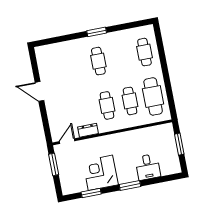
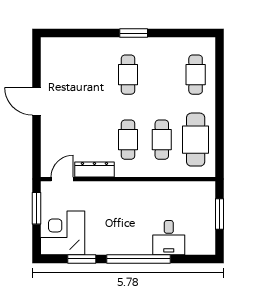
dresser: (88, 130) -> (94, 169), width x1.44
corner desk: (100, 173) -> (63, 233), moved
window: (130, 186) -> (138, 259), width x2.11

